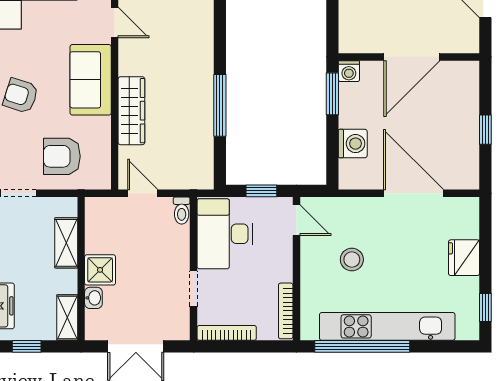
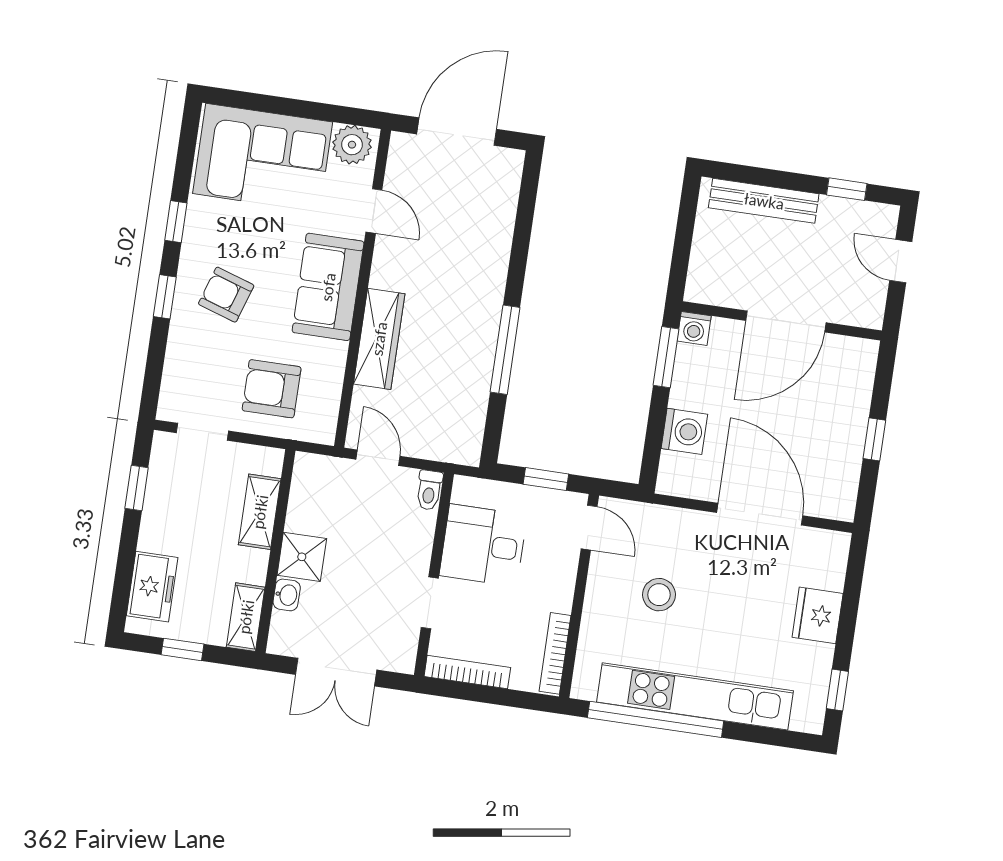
desk: (225, 234) -> (483, 545), width x0.73

